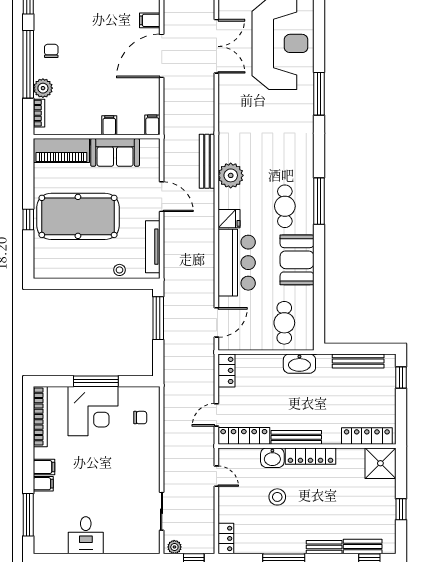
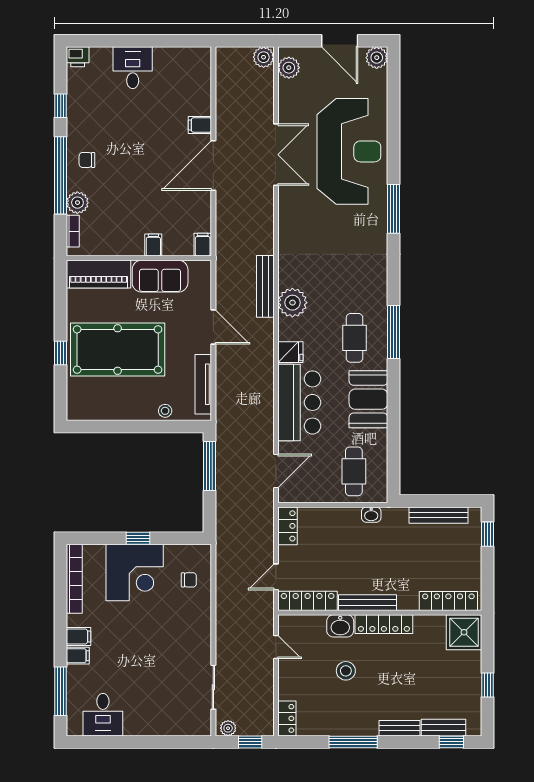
chair: (51, 51) -> (87, 160), turned -90
washbasin: (299, 364) -> (371, 515), width x0.52, depth x0.69
window: (96, 381) -> (138, 538), width x0.46
desk: (86, 535) -> (103, 715), moved

